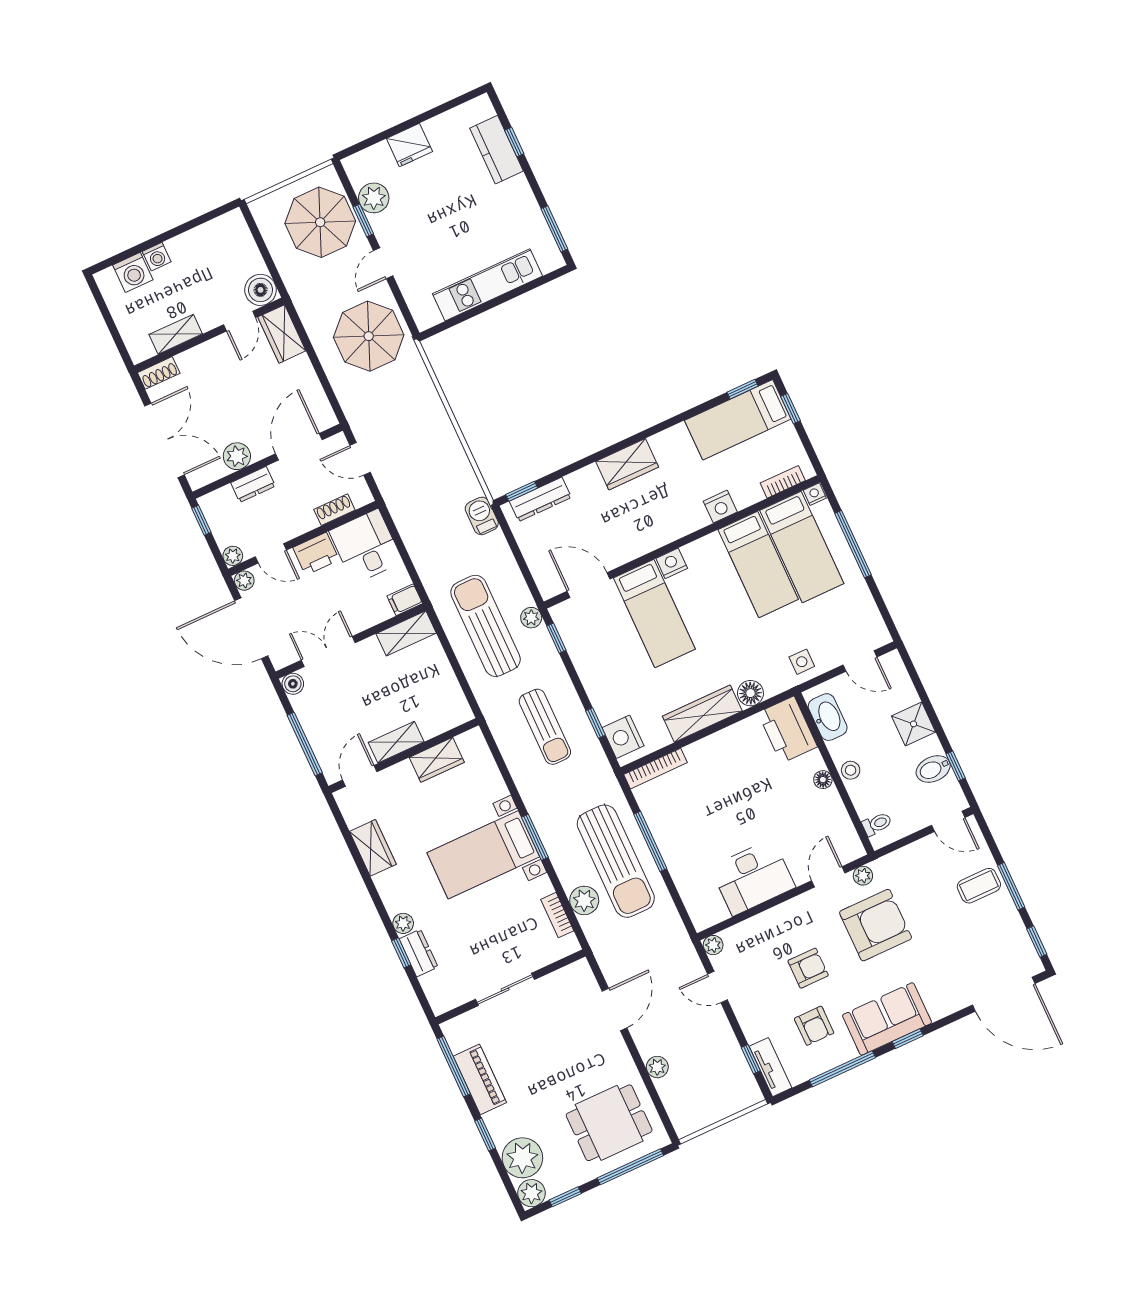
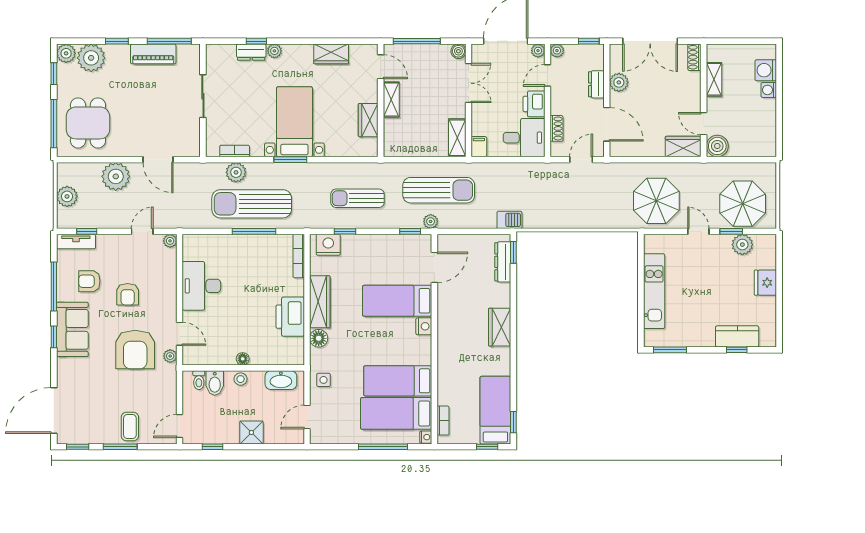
nightstand: (720, 507) -> (446, 374), removed
printer: (788, 730) -> (290, 317), moved, turned -90
bidet: (933, 769) -> (215, 383), moved, turned 180
plant: (657, 1067) -> (116, 176), width x1.88, depth x1.88
plant: (717, 1106) -> (67, 196), added

